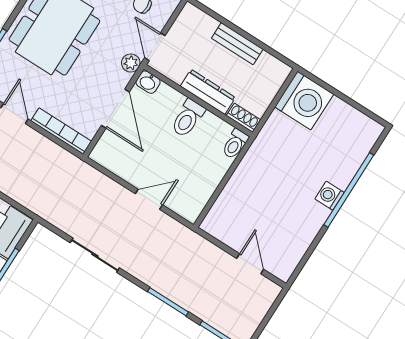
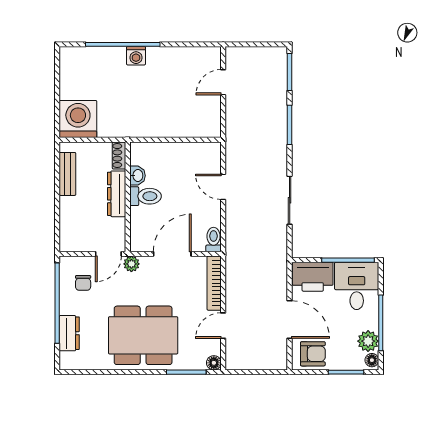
bench: (237, 44) -> (67, 174), moved
washbasin: (148, 82) -> (137, 176), moved
toilet: (235, 144) -> (213, 240), moved, turned -90

